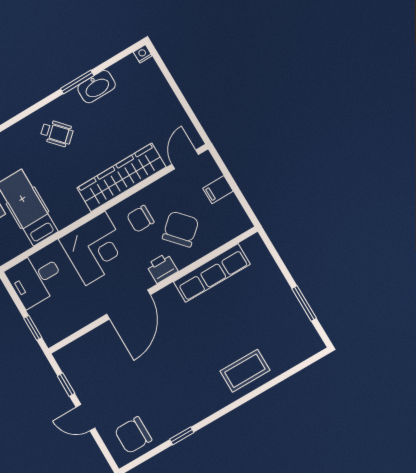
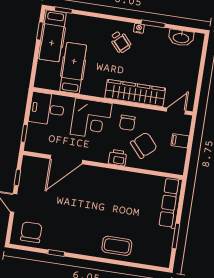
nightstand: (143, 54) -> (139, 28), moved
washbasin: (97, 87) -> (181, 38), moved
chair: (140, 219) -> (127, 123), turned -90
row of seats: (212, 273) -> (171, 203), moved, turned 90
door: (128, 305) -> (66, 159), moved
chair: (133, 435) -> (31, 232), turned 90

